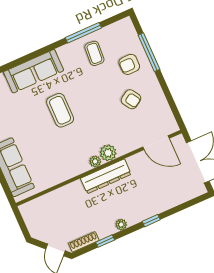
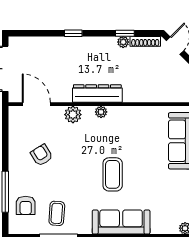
armchair: (129, 64) -> (26, 205), moved, turned 90
plant: (108, 153) -> (73, 115), moved
plant: (121, 225) -> (123, 42), moved

